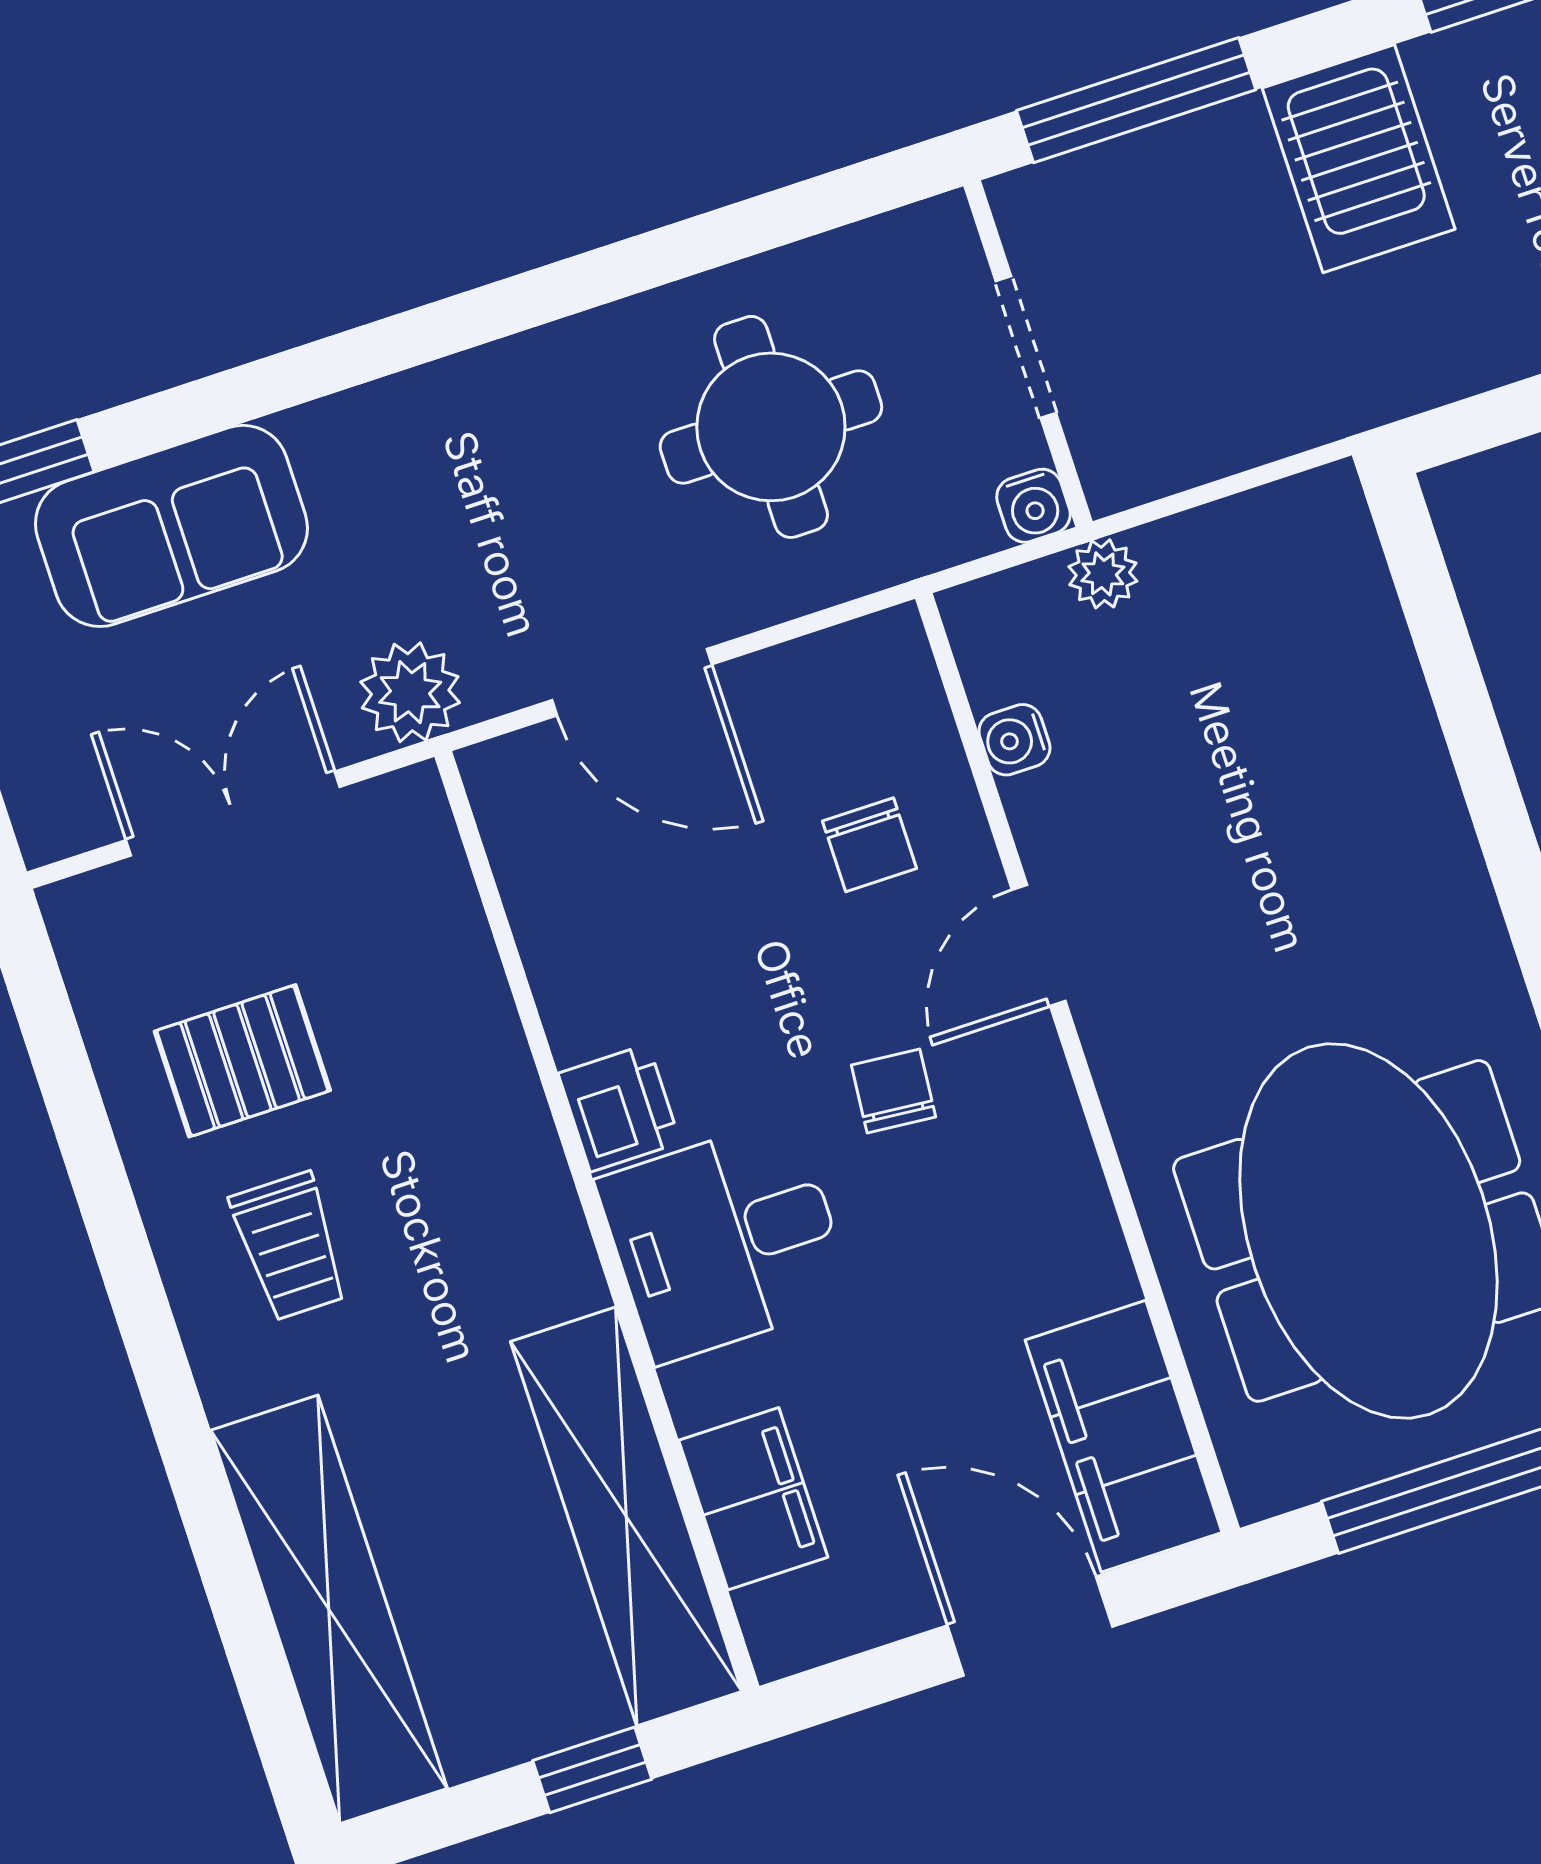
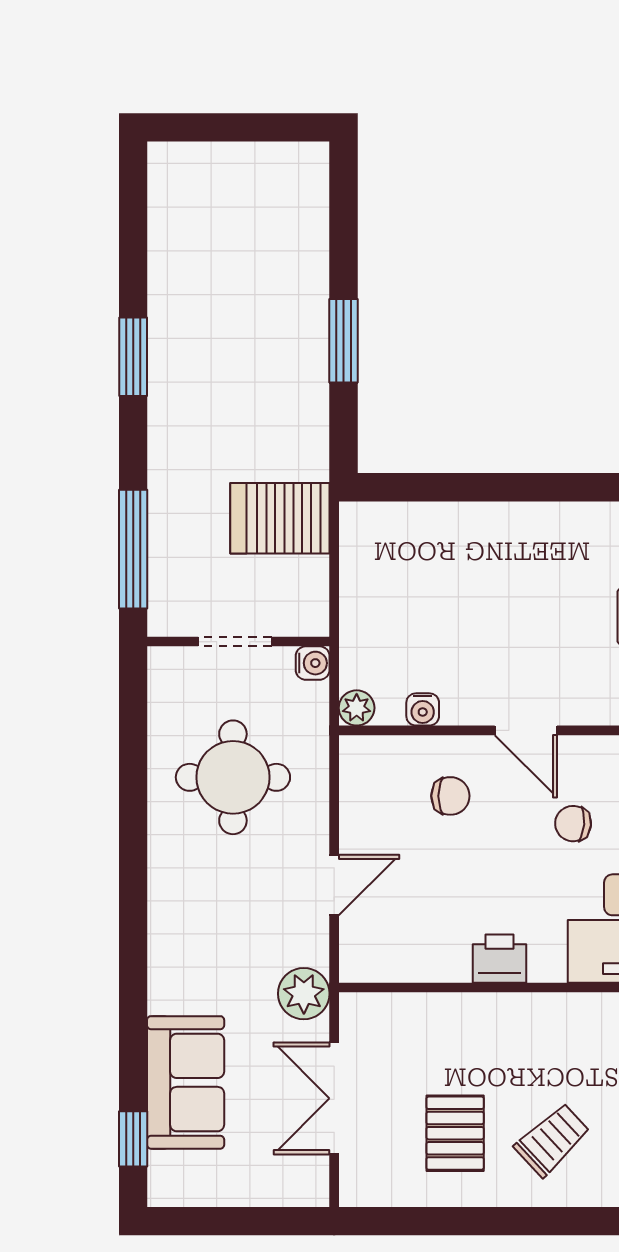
server rack: (1359, 159) -> (280, 518), moved, turned 180
plant: (1103, 574) -> (357, 708), moved
door: (632, 682) -> (334, 885), width x0.73
printer: (619, 1108) -> (500, 959), moved
trolley: (290, 1246) -> (552, 1140), turned -43

